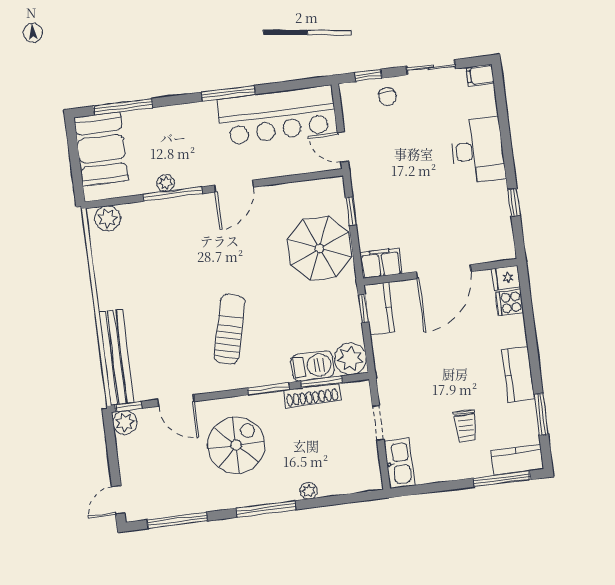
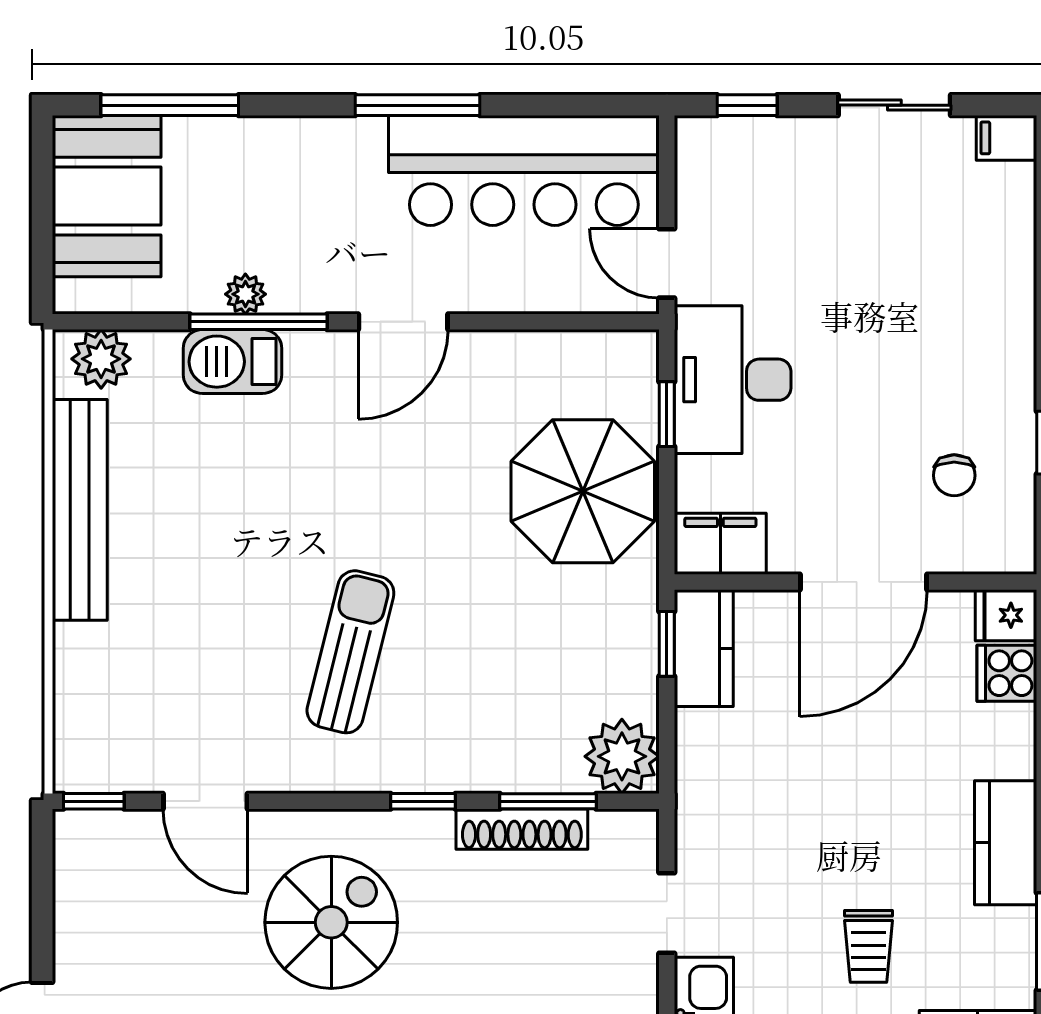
chair: (387, 97) -> (954, 475), moved
desk: (478, 150) -> (733, 380), moved, turned 180
bench: (116, 357) -> (80, 510), moved
barbecue: (312, 366) -> (233, 362), moved, turned 180
window: (269, 389) -> (423, 801), width x0.67
plant: (125, 422) -> (80, 837), removed

